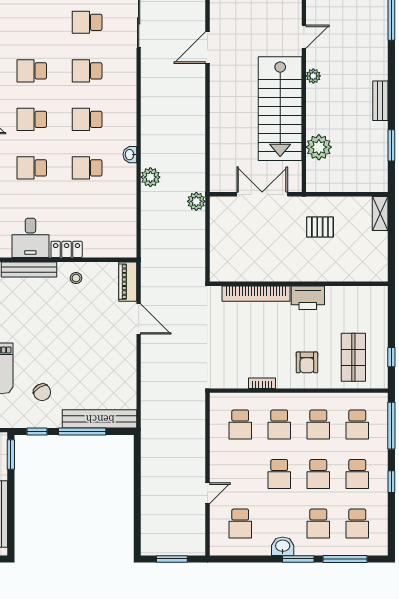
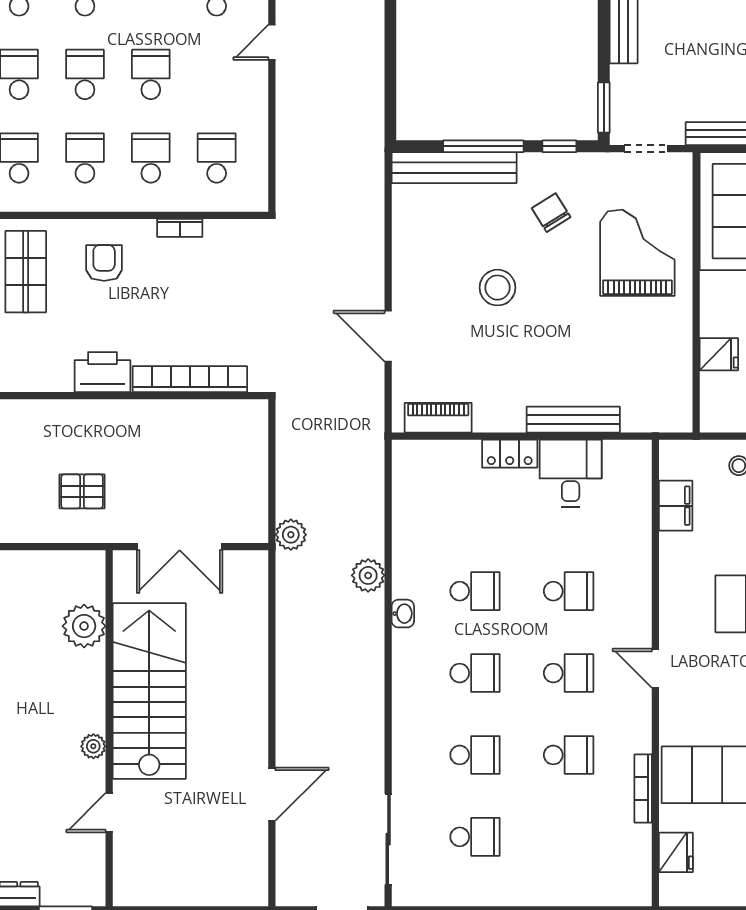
stool: (76, 278) -> (497, 288), moved, width x1.89, depth x1.89
piano: (128, 282) -> (438, 418), moved, turned -90

